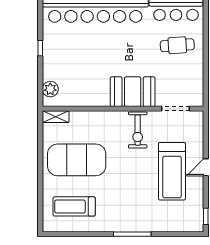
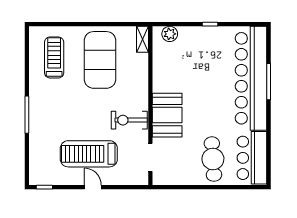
cafe table: (177, 45) -> (213, 159), width x1.37, depth x1.35

